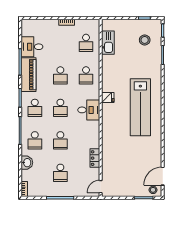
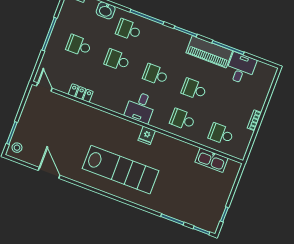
stool: (145, 40) -> (198, 205), removed
lab bench: (140, 107) -> (120, 170), turned 180
school desk: (35, 108) -> (167, 44), removed
door: (163, 176) -> (49, 173), moved

